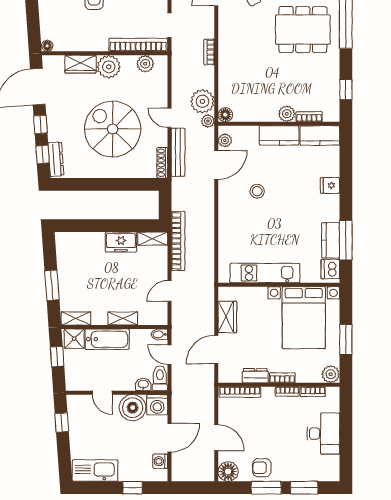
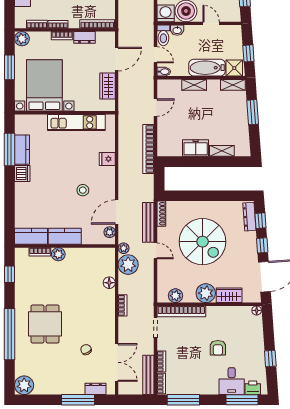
dining table: (303, 30) -> (45, 324), width x0.73
floor lamp: (225, 115) -> (109, 283), moved
fridge: (330, 185) -> (107, 159), moved, turned 180
shelving: (153, 239) -> (222, 151), moved
dishwasher: (330, 269) -> (22, 173), moved

